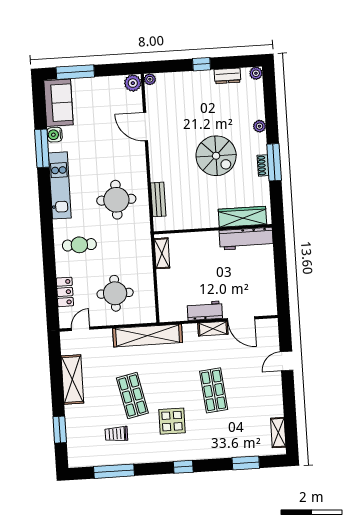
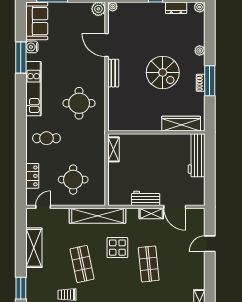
bench: (158, 199) -> (113, 73), moved
workbench: (246, 239) -> (197, 155), moved, turned 90
display table: (172, 421) -> (117, 248), moved

